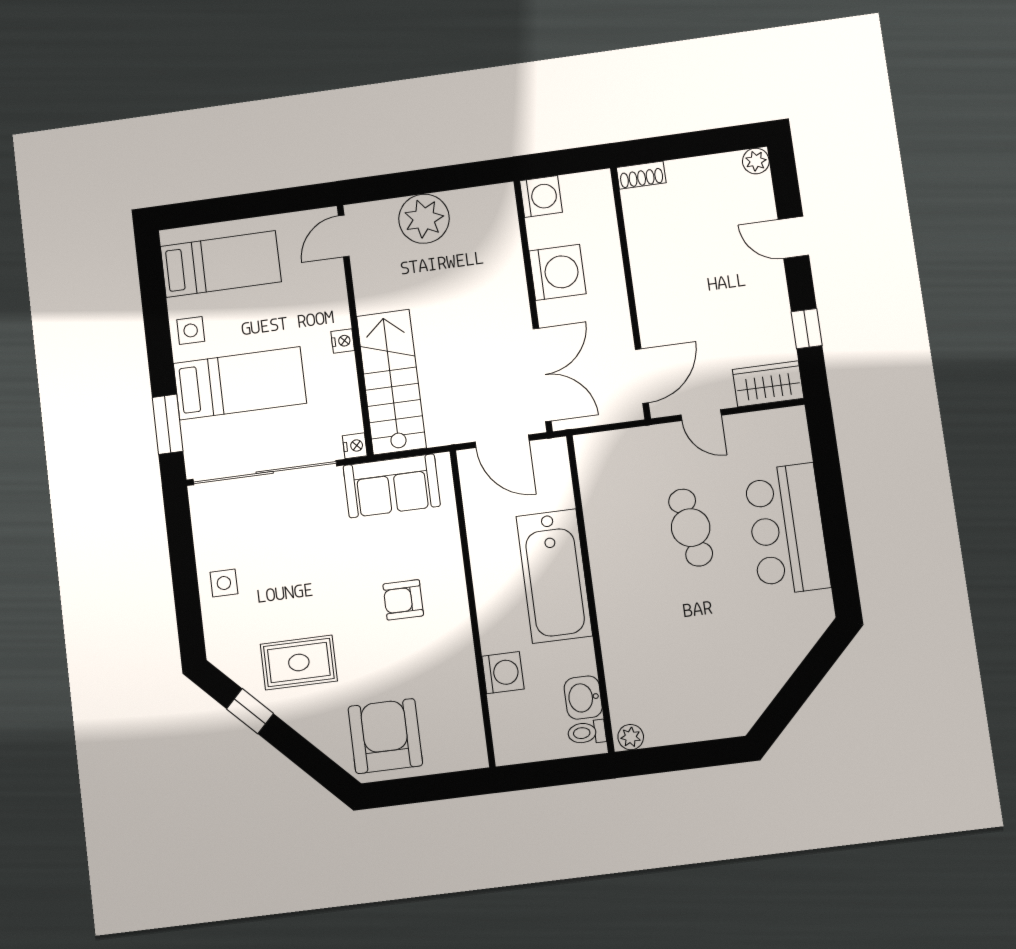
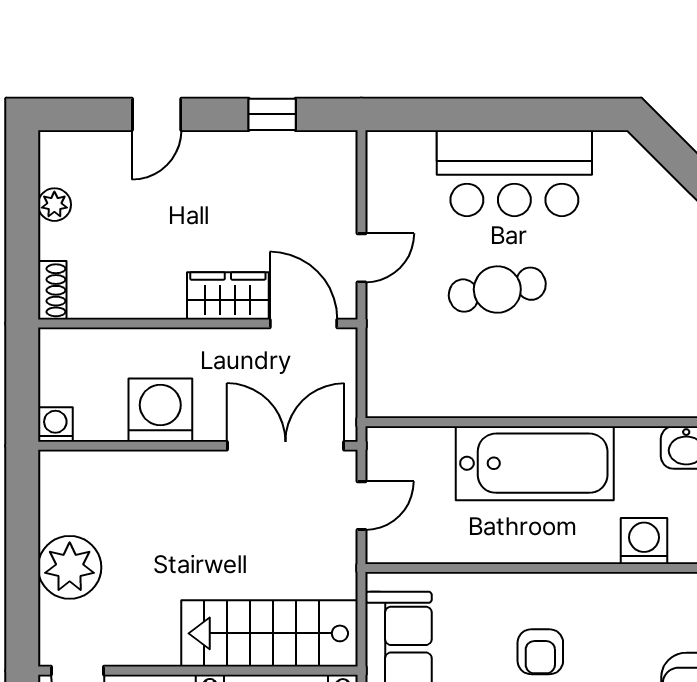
plant: (756, 161) -> (54, 205), moved
washing machine: (541, 197) -> (55, 425), width x0.73, depth x0.73
wardrobe: (768, 384) -> (228, 296), moved, turned 90
door: (502, 441) -> (361, 506), width x0.73

